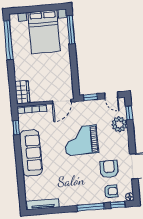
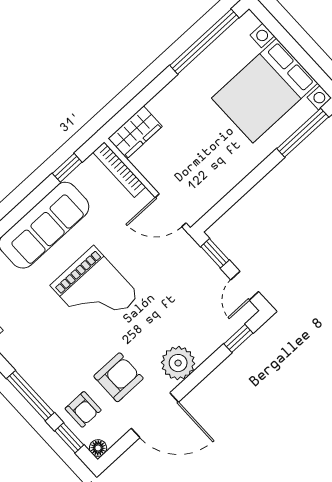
plant: (119, 124) -> (178, 363), moved
grand piano: (81, 140) -> (95, 290), moved, turned 180

